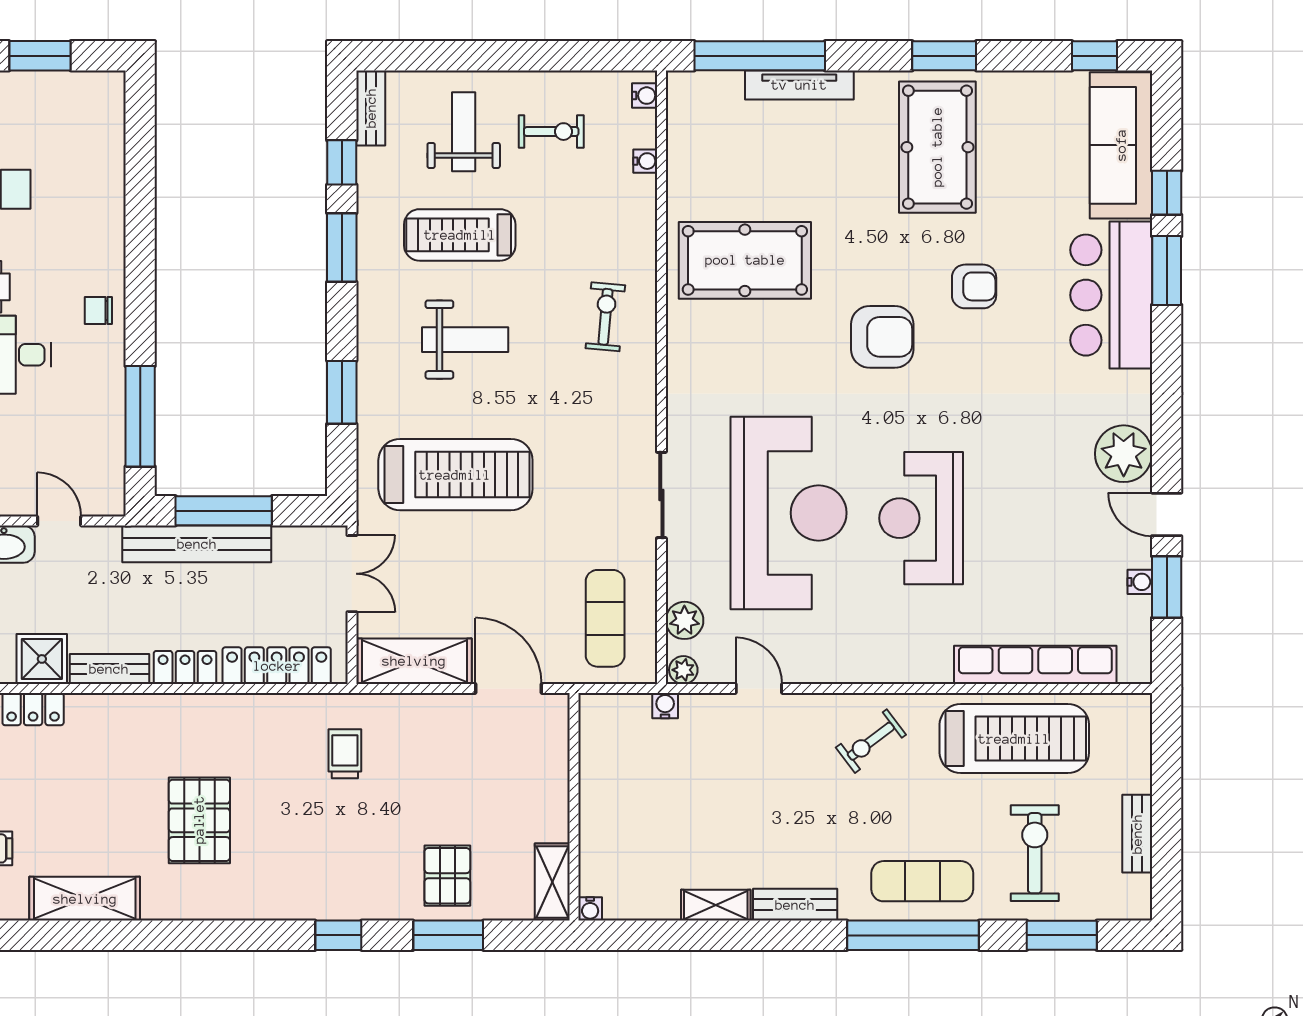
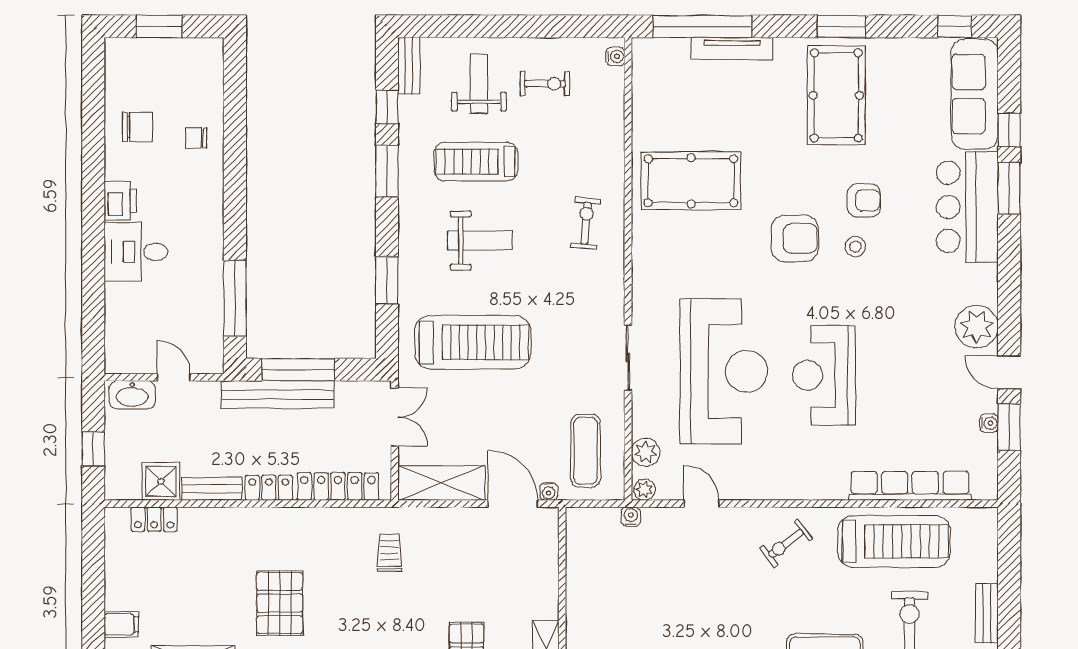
water cooler: (645, 161) -> (549, 491), moved, turned 90
chair: (98, 311) -> (196, 138), moved
stool: (963, 348) -> (855, 247), added

